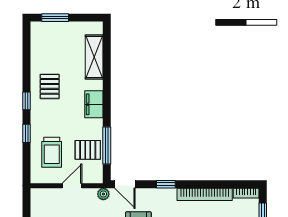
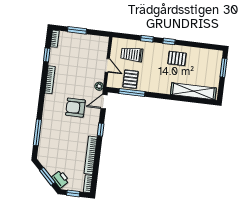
shelving: (94, 57) -> (193, 91), width x1.47
filing cabinet: (94, 104) -> (161, 87), removed

